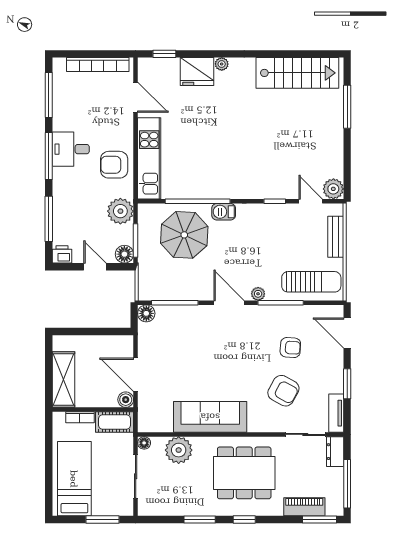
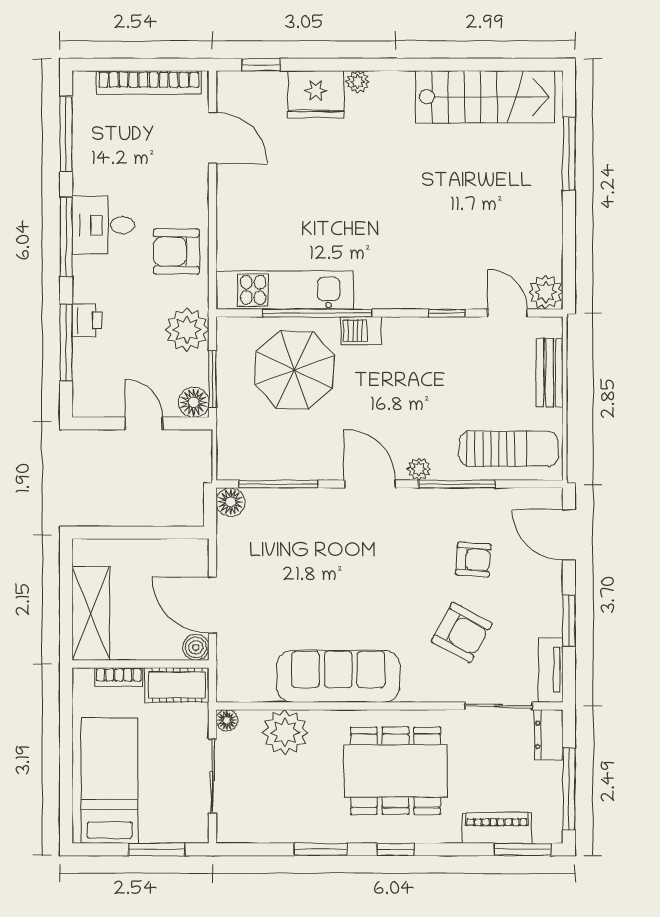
kitchen unit: (149, 158) -> (285, 290), moved, turned -90
printer: (62, 254) -> (87, 320), moved, turned 90

